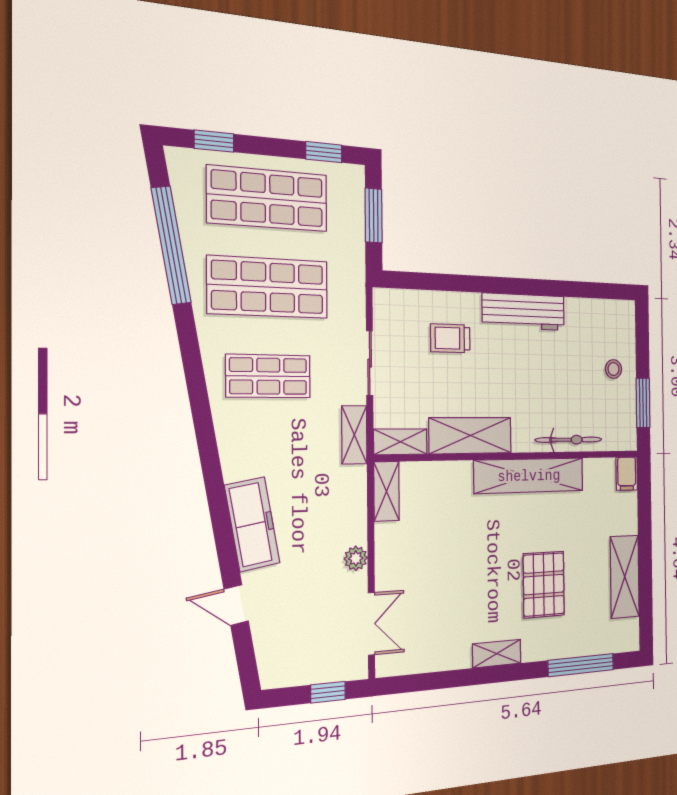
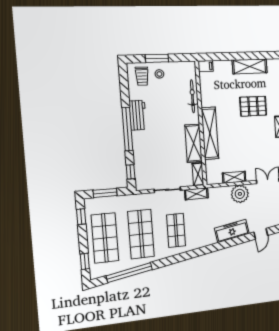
window: (416, 281) -> (131, 172), added
window: (508, 286) -> (127, 129), added
workbench: (524, 312) -> (138, 115), width x0.73
trolley: (450, 338) -> (142, 76), moved
window: (643, 403) -> (157, 58), moved
shelving: (529, 476) -> (210, 133), moved
shelving: (386, 491) -> (234, 177), moved
plant: (356, 558) -> (240, 194), width x1.88, depth x1.88

